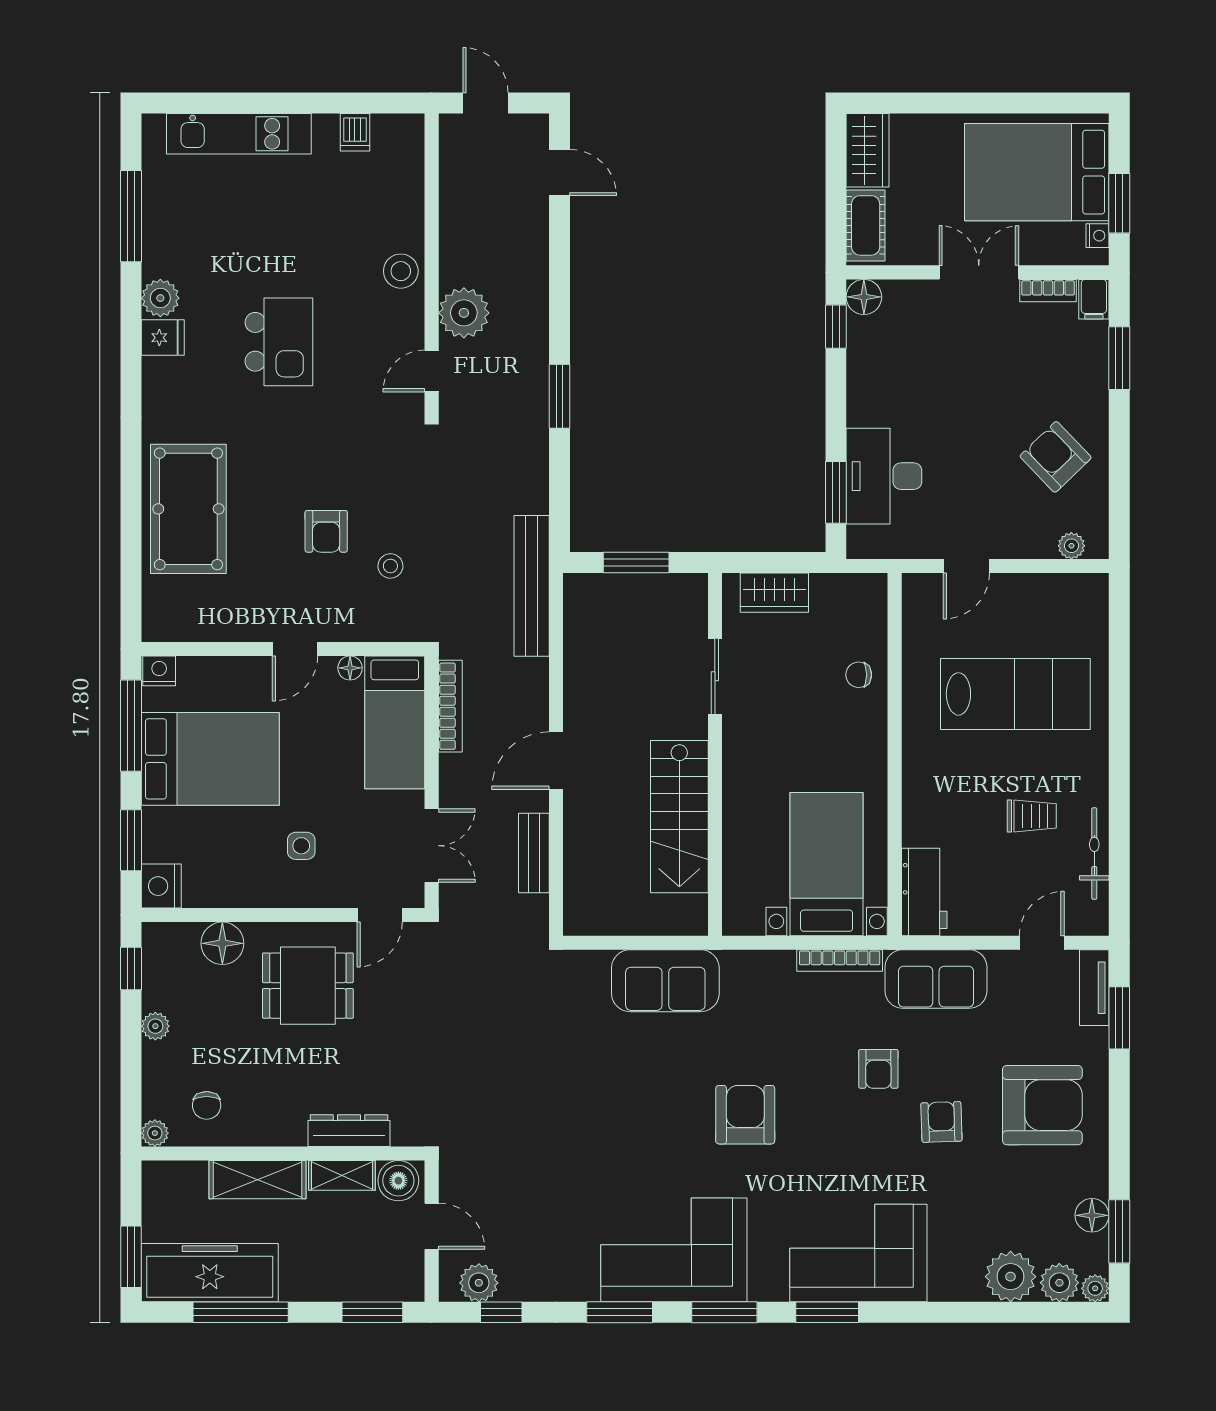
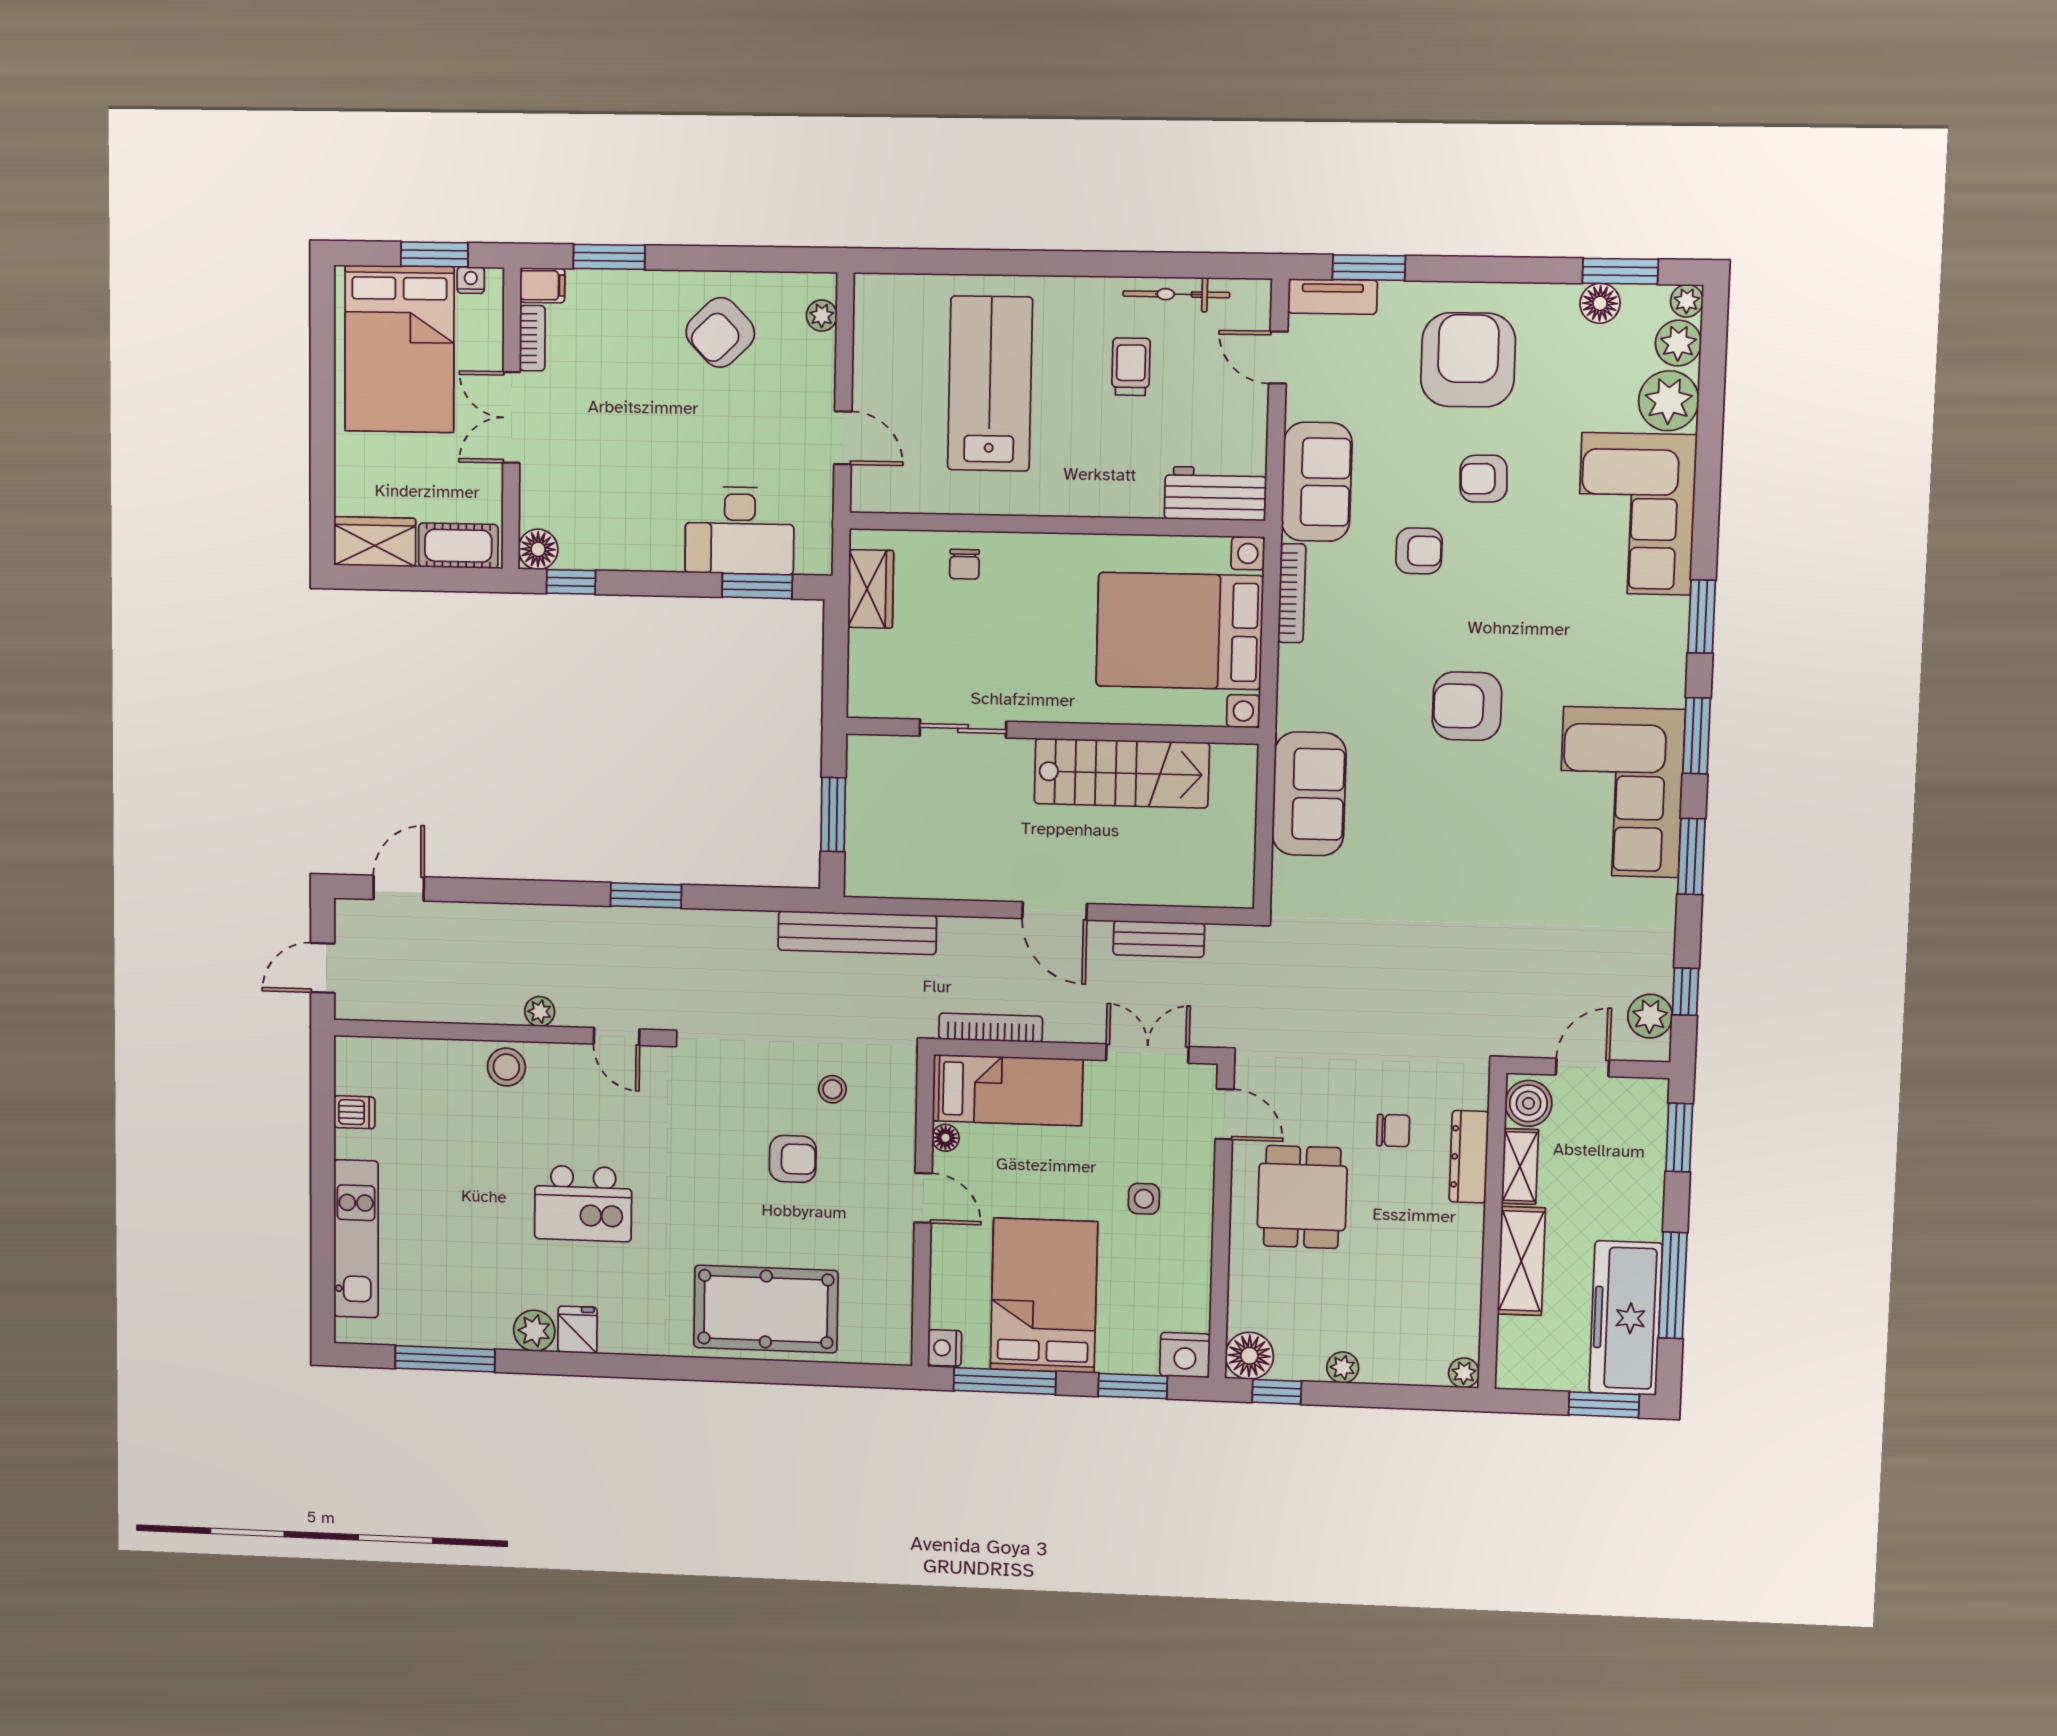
plant: (464, 313) -> (540, 1012), width x0.53, depth x0.53
kitchen island: (279, 342) -> (583, 1203), turned 180
wardrobe: (774, 593) -> (871, 589), moved
bed with nightstands: (827, 864) -> (1180, 631), width x1.36
floor lamp: (222, 943) -> (1249, 1356), moved
chair: (207, 1105) -> (1393, 1131), moved
corner sofa: (858, 1253) -> (1636, 514), moved

